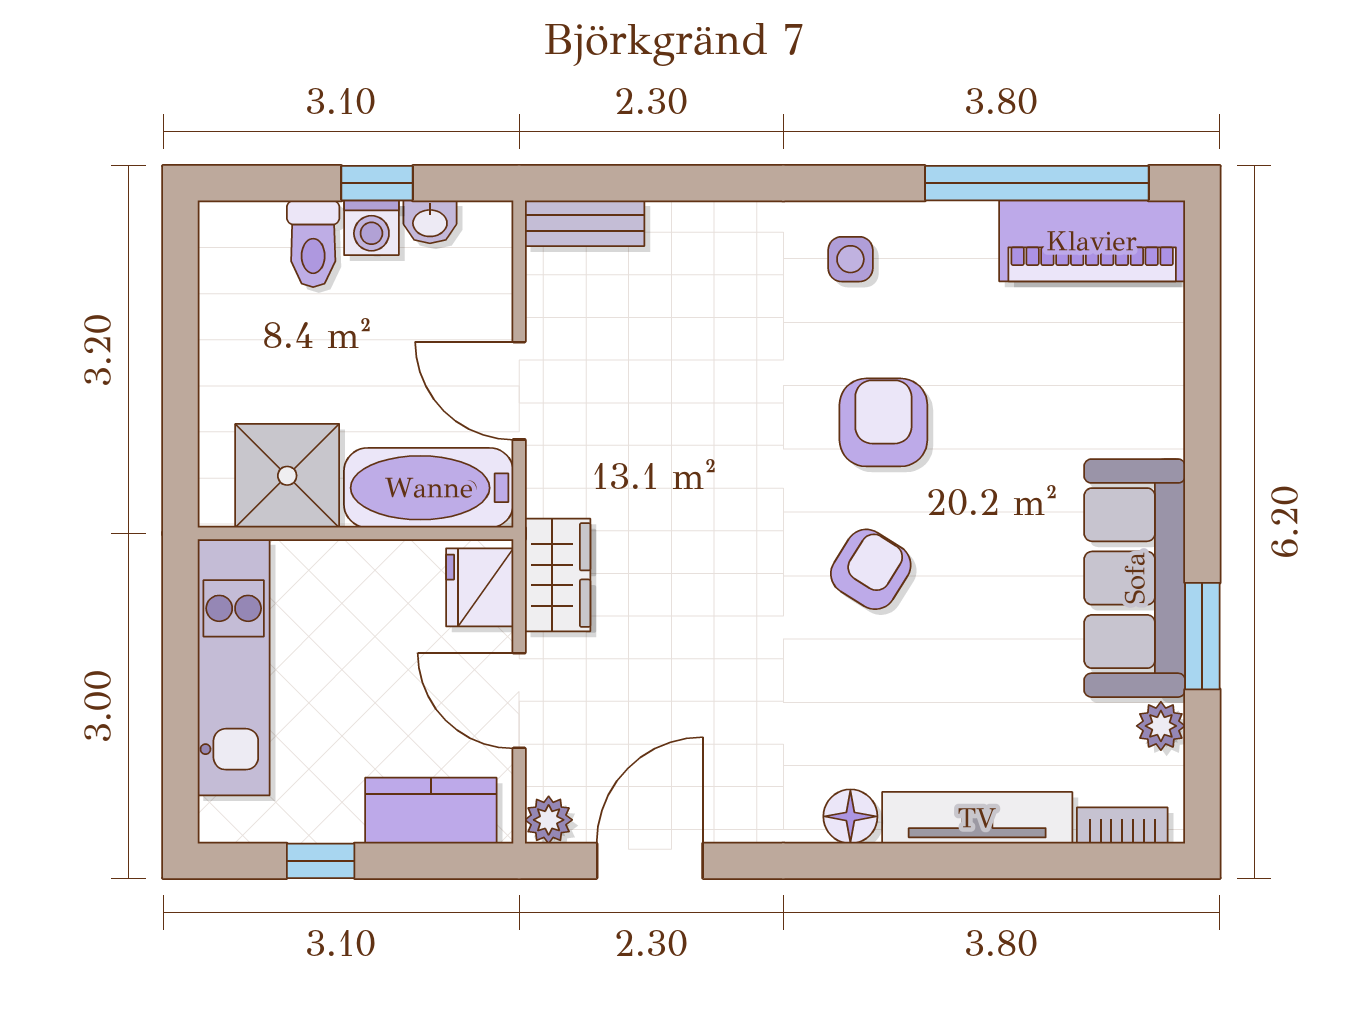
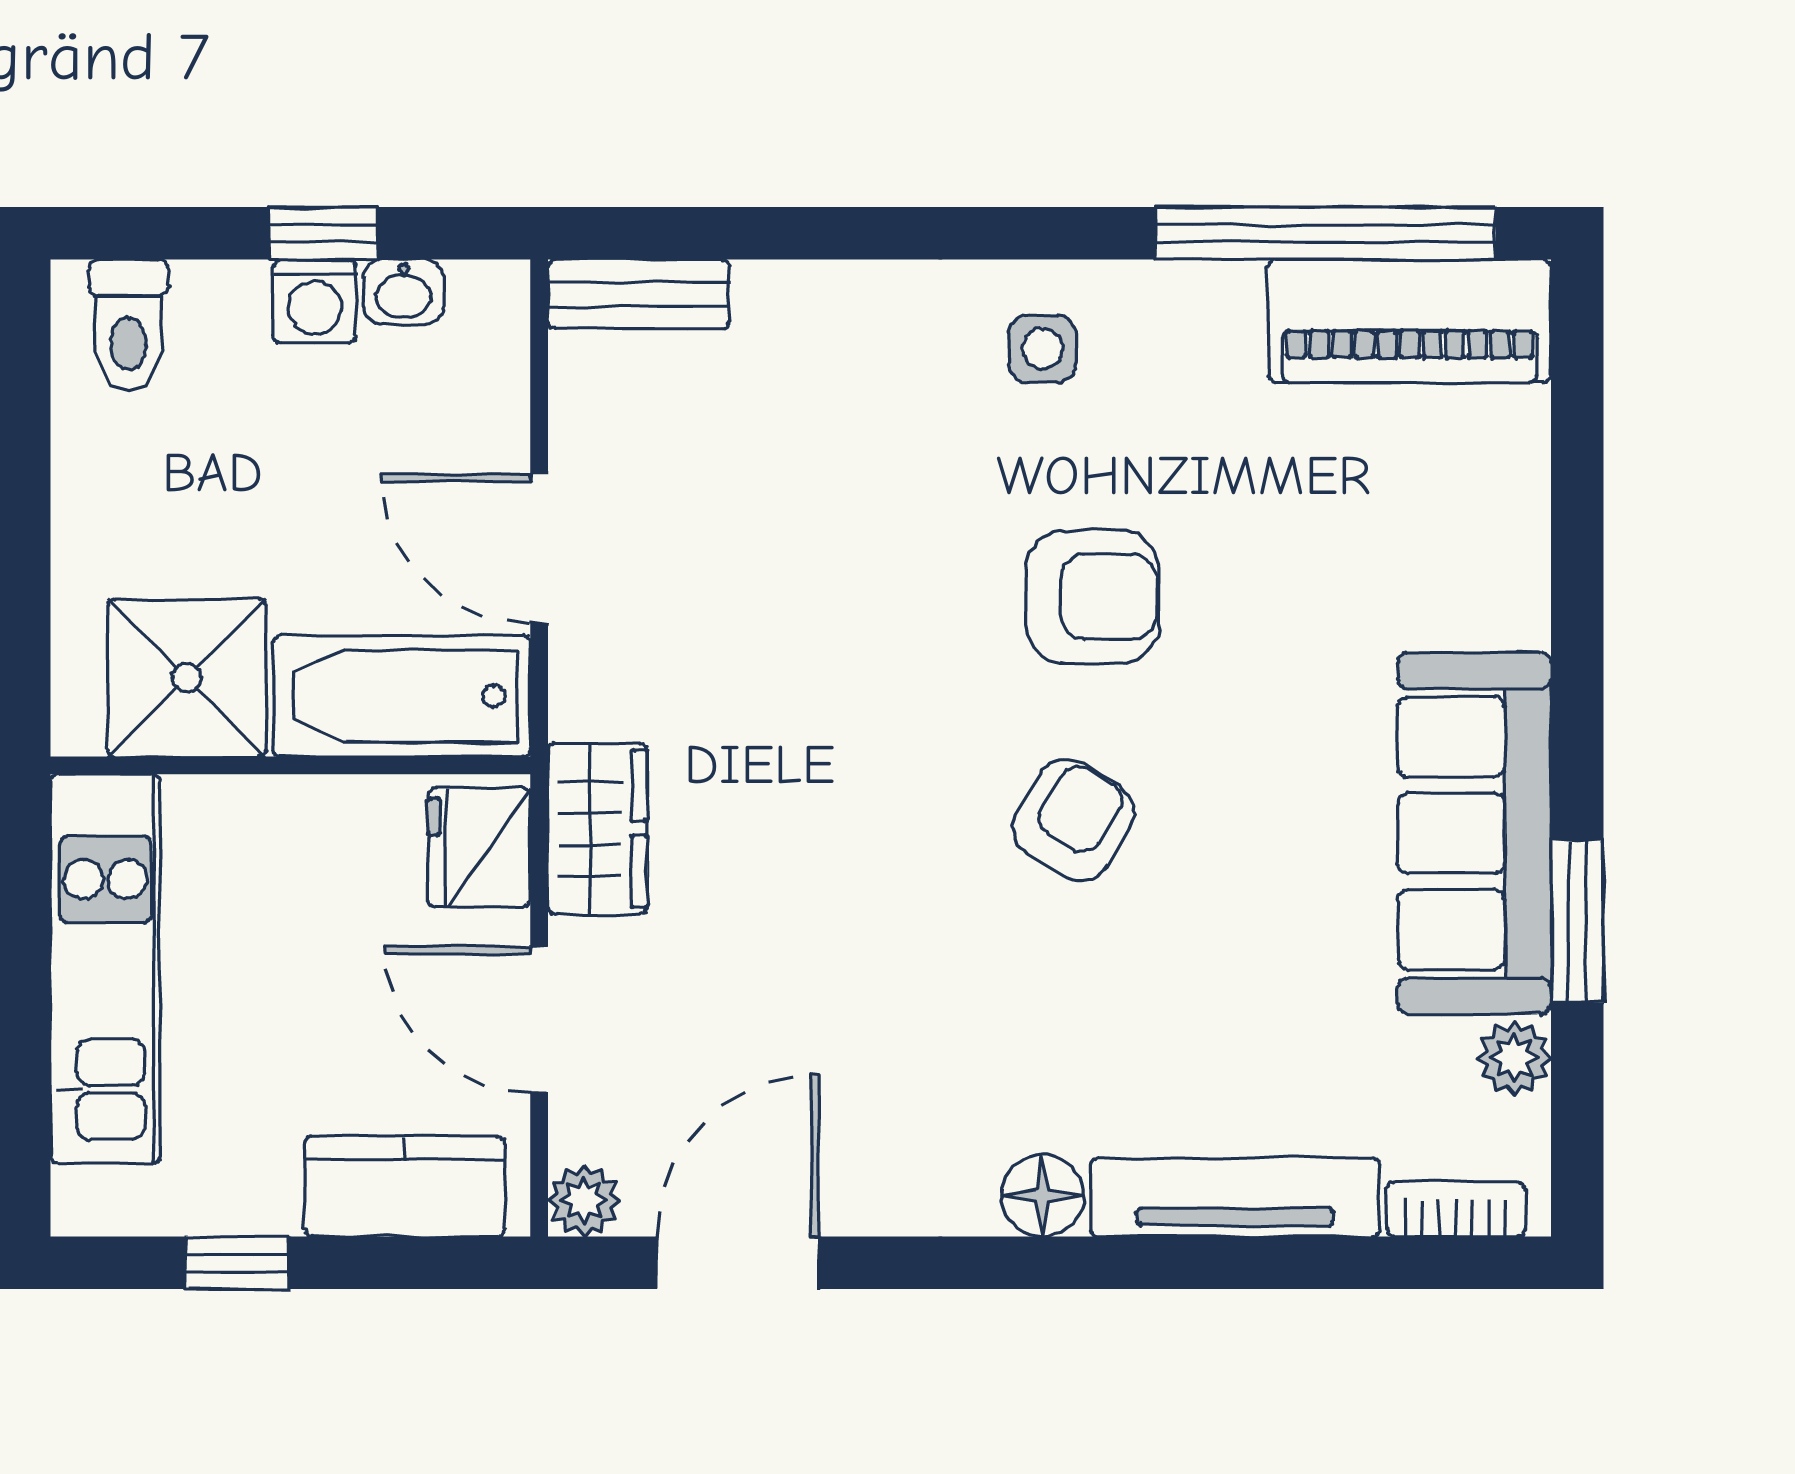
toilet: (313, 244) -> (129, 325), moved
armchair: (883, 422) -> (1093, 597), turned 90

